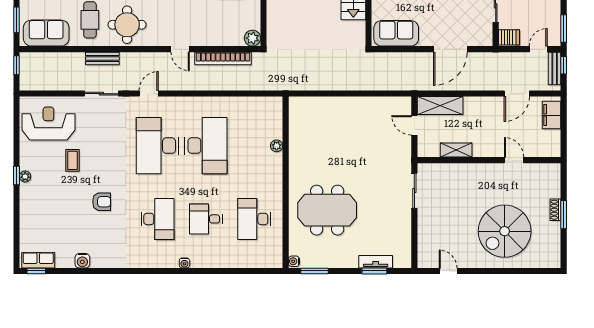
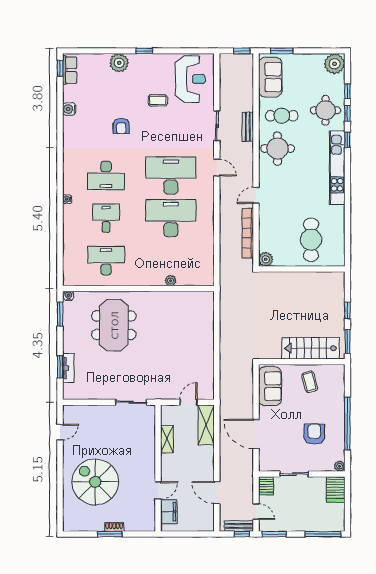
filing cabinet: (552, 115) -> (169, 512), moved, turned 90
desk: (206, 146) -> (171, 218), turned 180
plant: (25, 176) -> (119, 63), moved, width x1.88, depth x1.88

